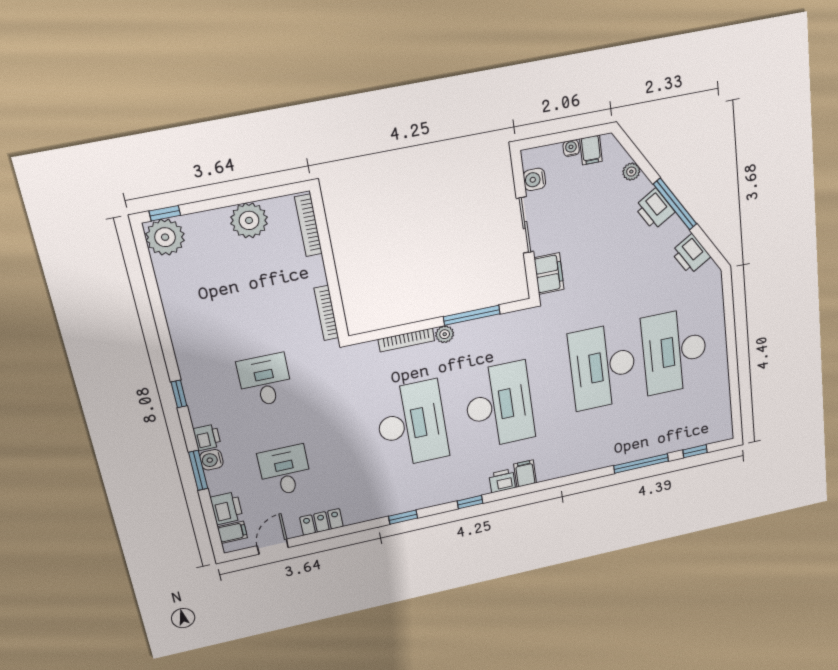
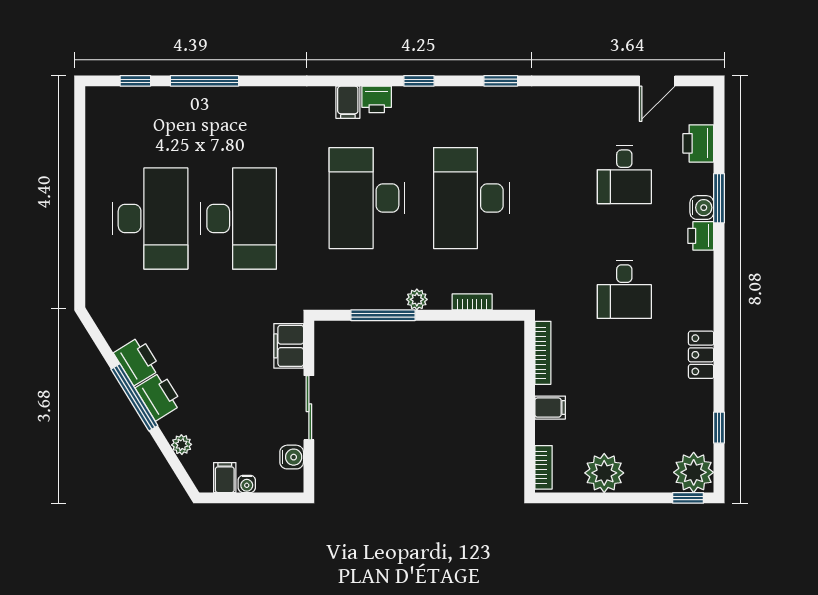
bookcase: (308, 225) -> (544, 467), width x0.64
printer: (691, 254) -> (137, 361), moved
bookcase: (406, 340) -> (472, 302), width x0.64
window: (179, 394) -> (719, 428), moved
locker: (321, 522) -> (701, 355), moved, turned 90
filing cabinet: (232, 532) -> (550, 408), moved, turned 180

